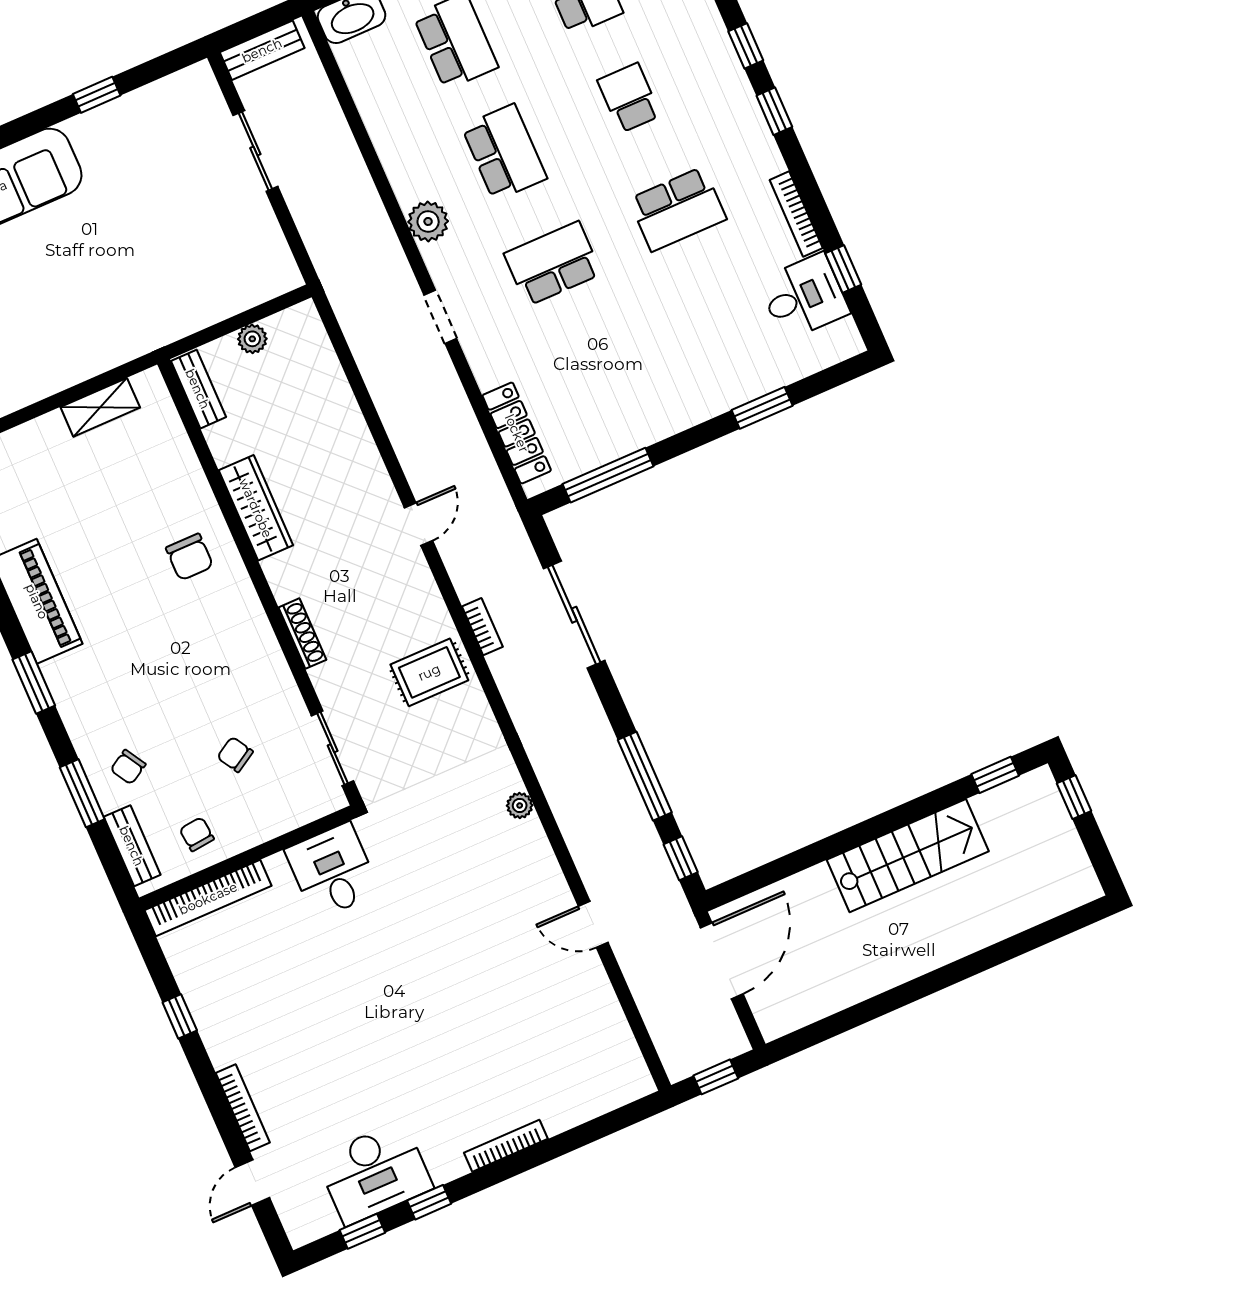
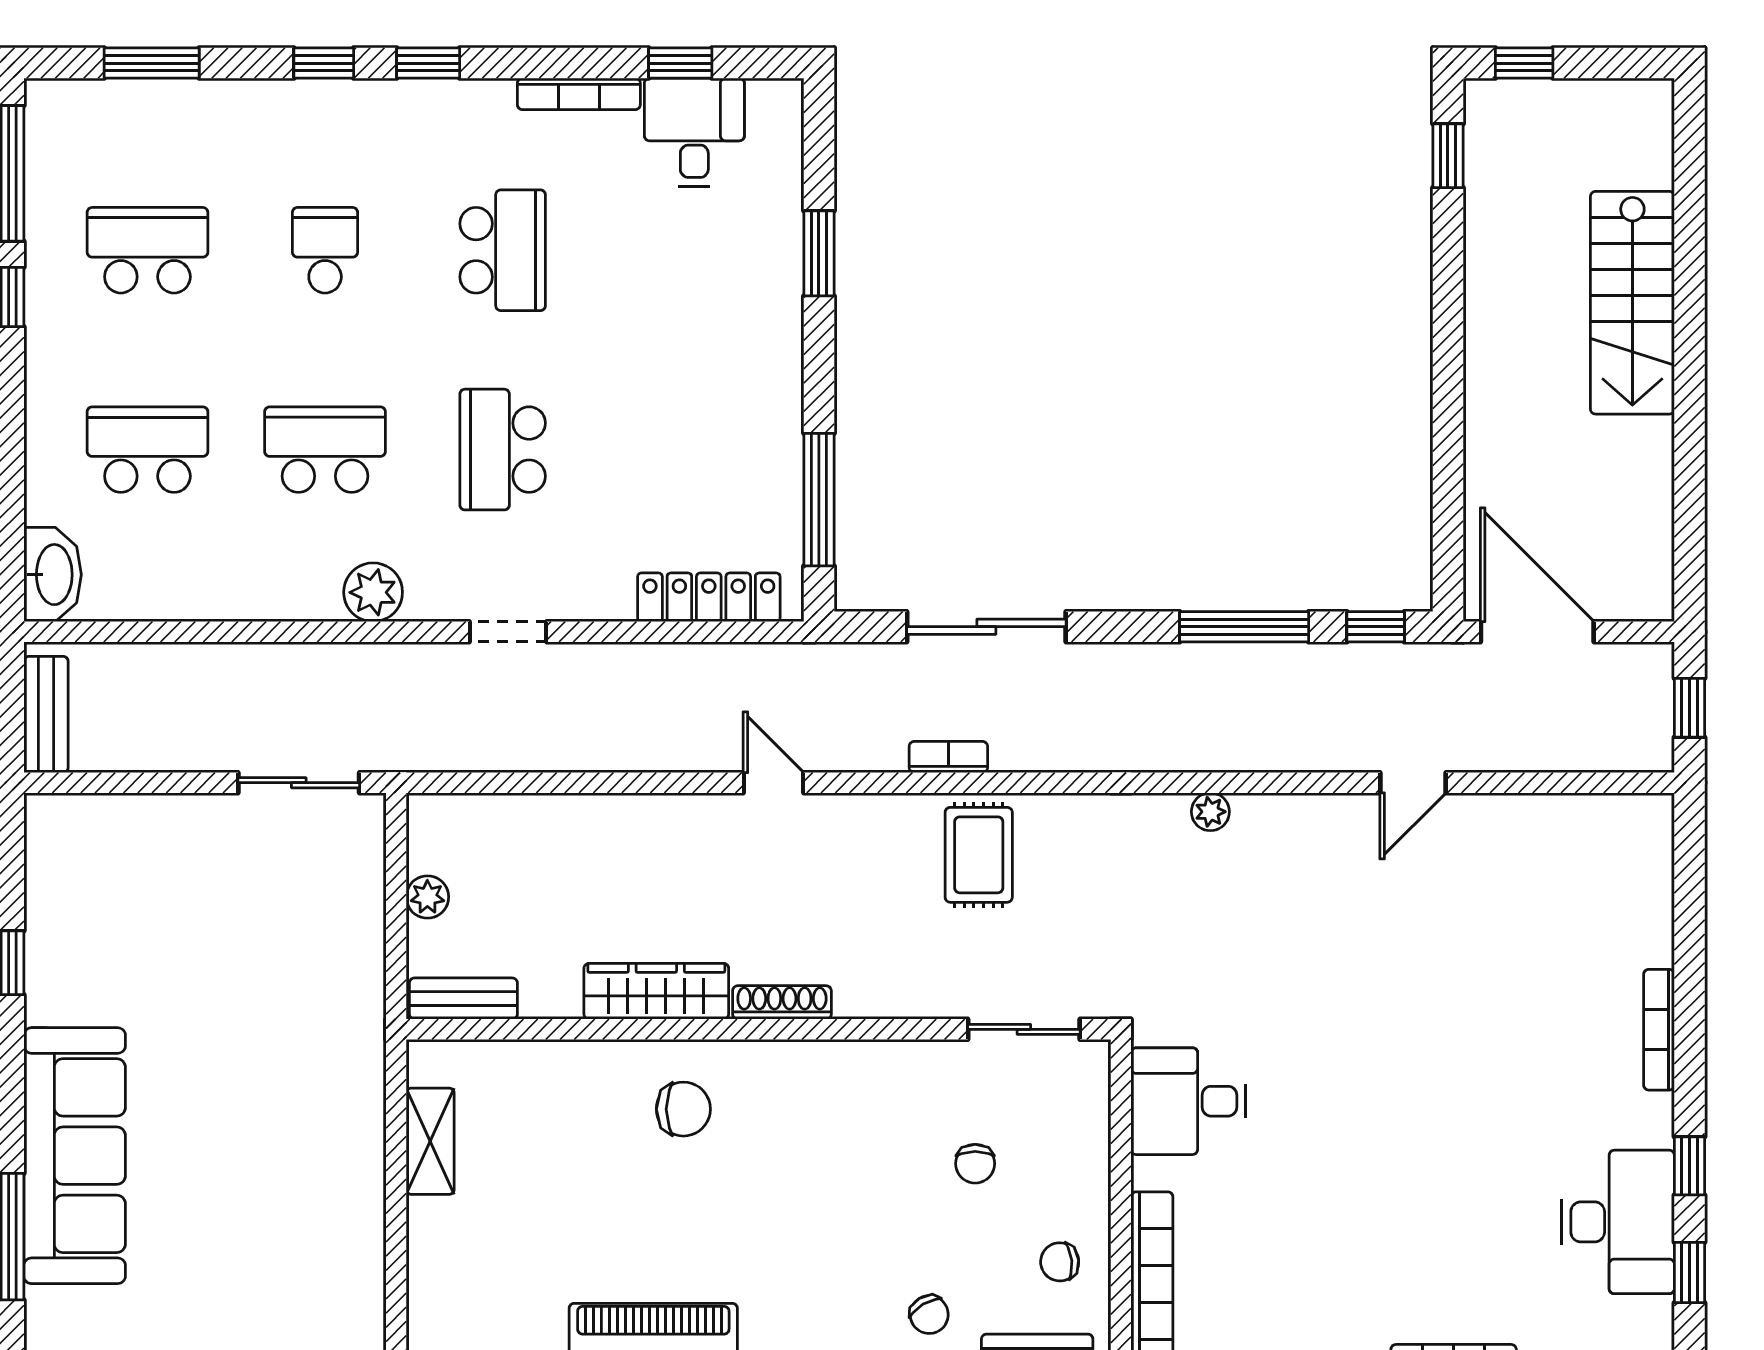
school desk: (629, 98) -> (325, 250), turned 90
sliding door: (255, 151) -> (299, 783), moved
shoe rack: (302, 634) -> (782, 1002), moved
chair: (235, 754) -> (975, 1164), turned -59
stairs: (908, 856) -> (1632, 303), moved, turned 180

